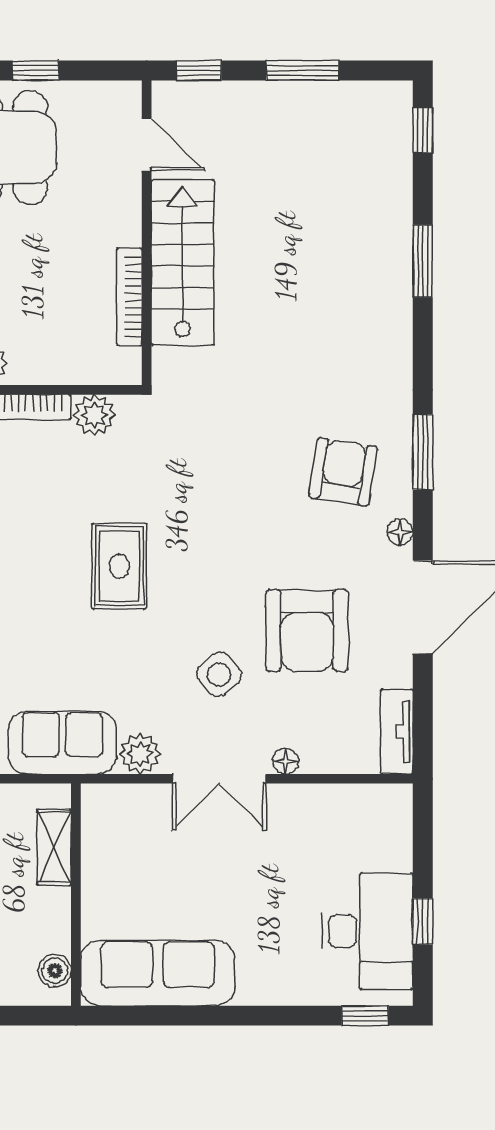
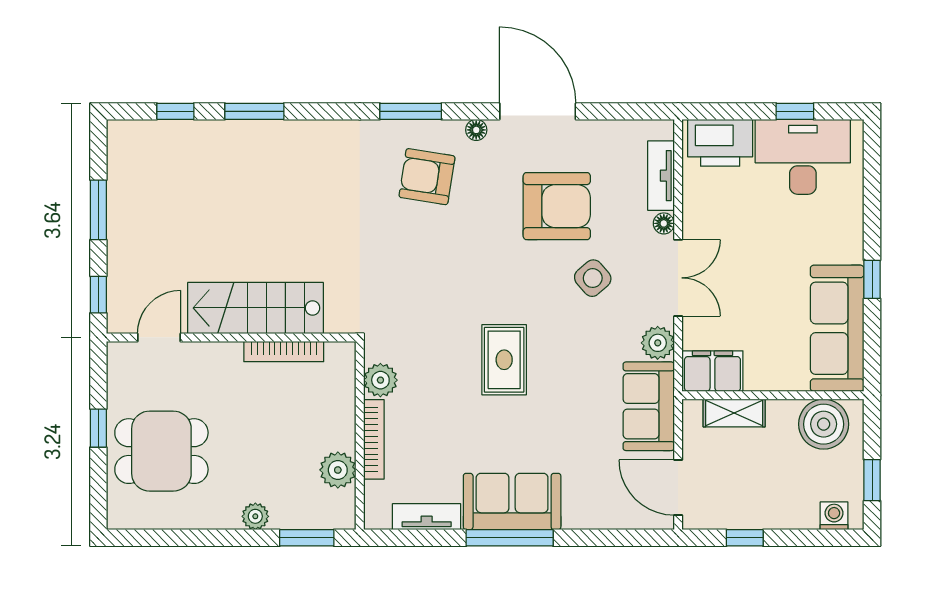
window: (423, 130) -> (175, 111), moved
rug: (119, 566) -> (504, 360), turned 90
tv unit: (397, 732) -> (661, 176), moved, turned 90
filing cabinet: (105, 821) -> (712, 371), added
printer: (384, 830) -> (720, 143), added
boiler: (55, 971) -> (824, 424), width x1.86, depth x1.86
window: (365, 1016) -> (872, 279), moved

